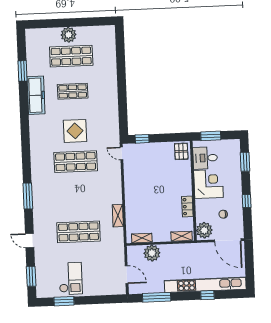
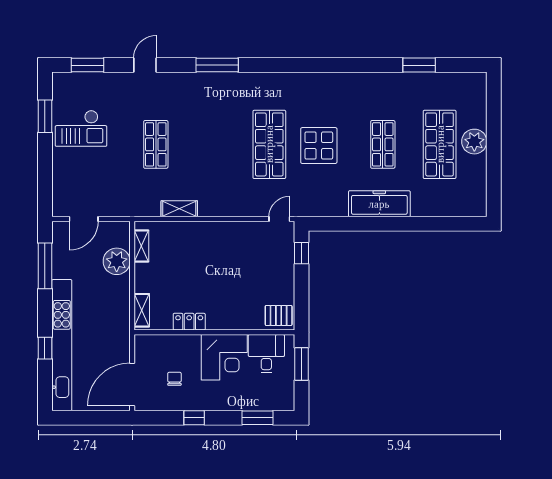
freezer: (36, 95) -> (379, 204), moved, turned 180
plant: (204, 230) -> (150, 347), removed
shop shelf: (79, 232) -> (156, 144), width x0.70, depth x0.74

